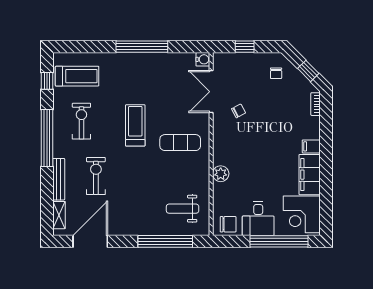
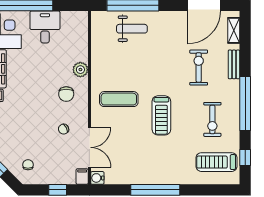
filing cabinet: (219, 61) -> (82, 177), added
exercise bike: (96, 176) -> (199, 67), turned 180
bench: (59, 179) -> (234, 64), width x0.73
weight bench: (183, 209) -> (132, 29), moved
chair: (228, 224) -> (66, 94), moved, turned -90

